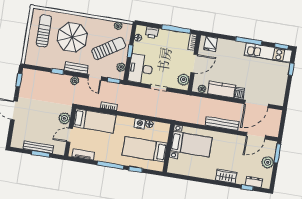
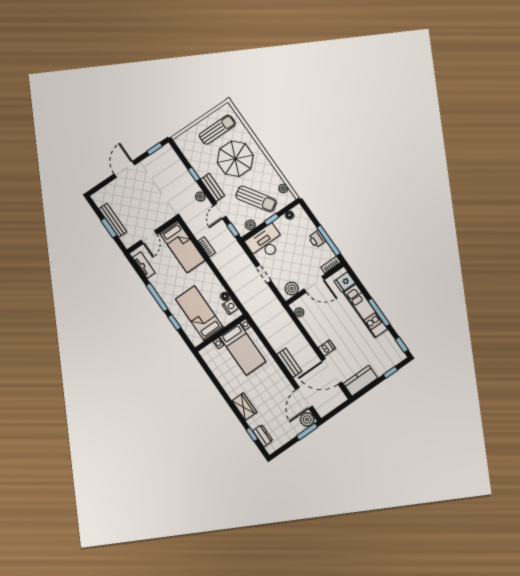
printer: (152, 33) -> (317, 239), moved
kitchen unit: (268, 53) -> (365, 311), moved
kitchen counter: (221, 89) -> (360, 381), moved, turned -90
plant: (64, 118) -> (159, 219), removed
nightstand: (140, 124) -> (230, 307), moved
bench: (222, 124) -> (289, 363), width x0.73
door: (70, 135) -> (149, 237), swing flipped
door: (256, 136) -> (304, 398), hinge flipped
plant: (268, 162) -> (307, 419), moved

